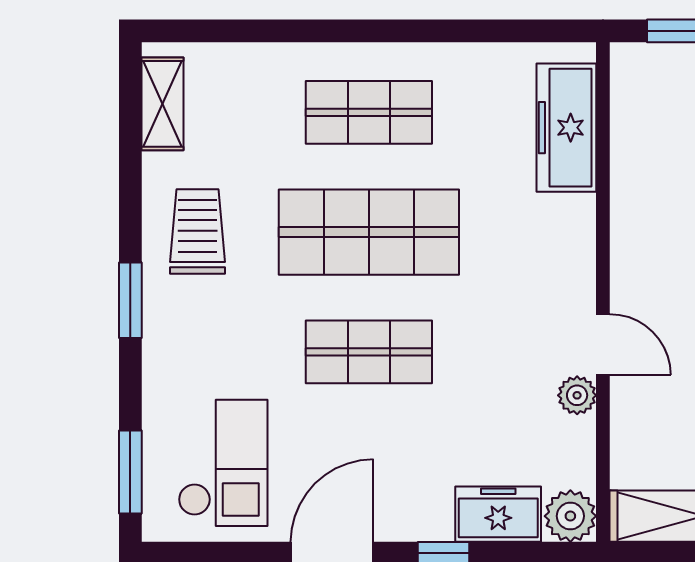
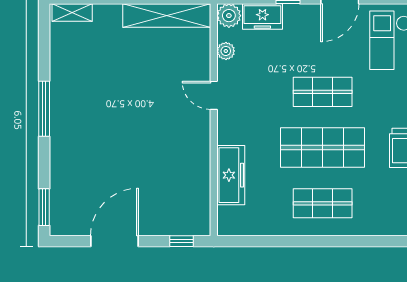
freezer: (566, 128) -> (231, 175), moved
plant: (577, 395) -> (226, 51), moved

